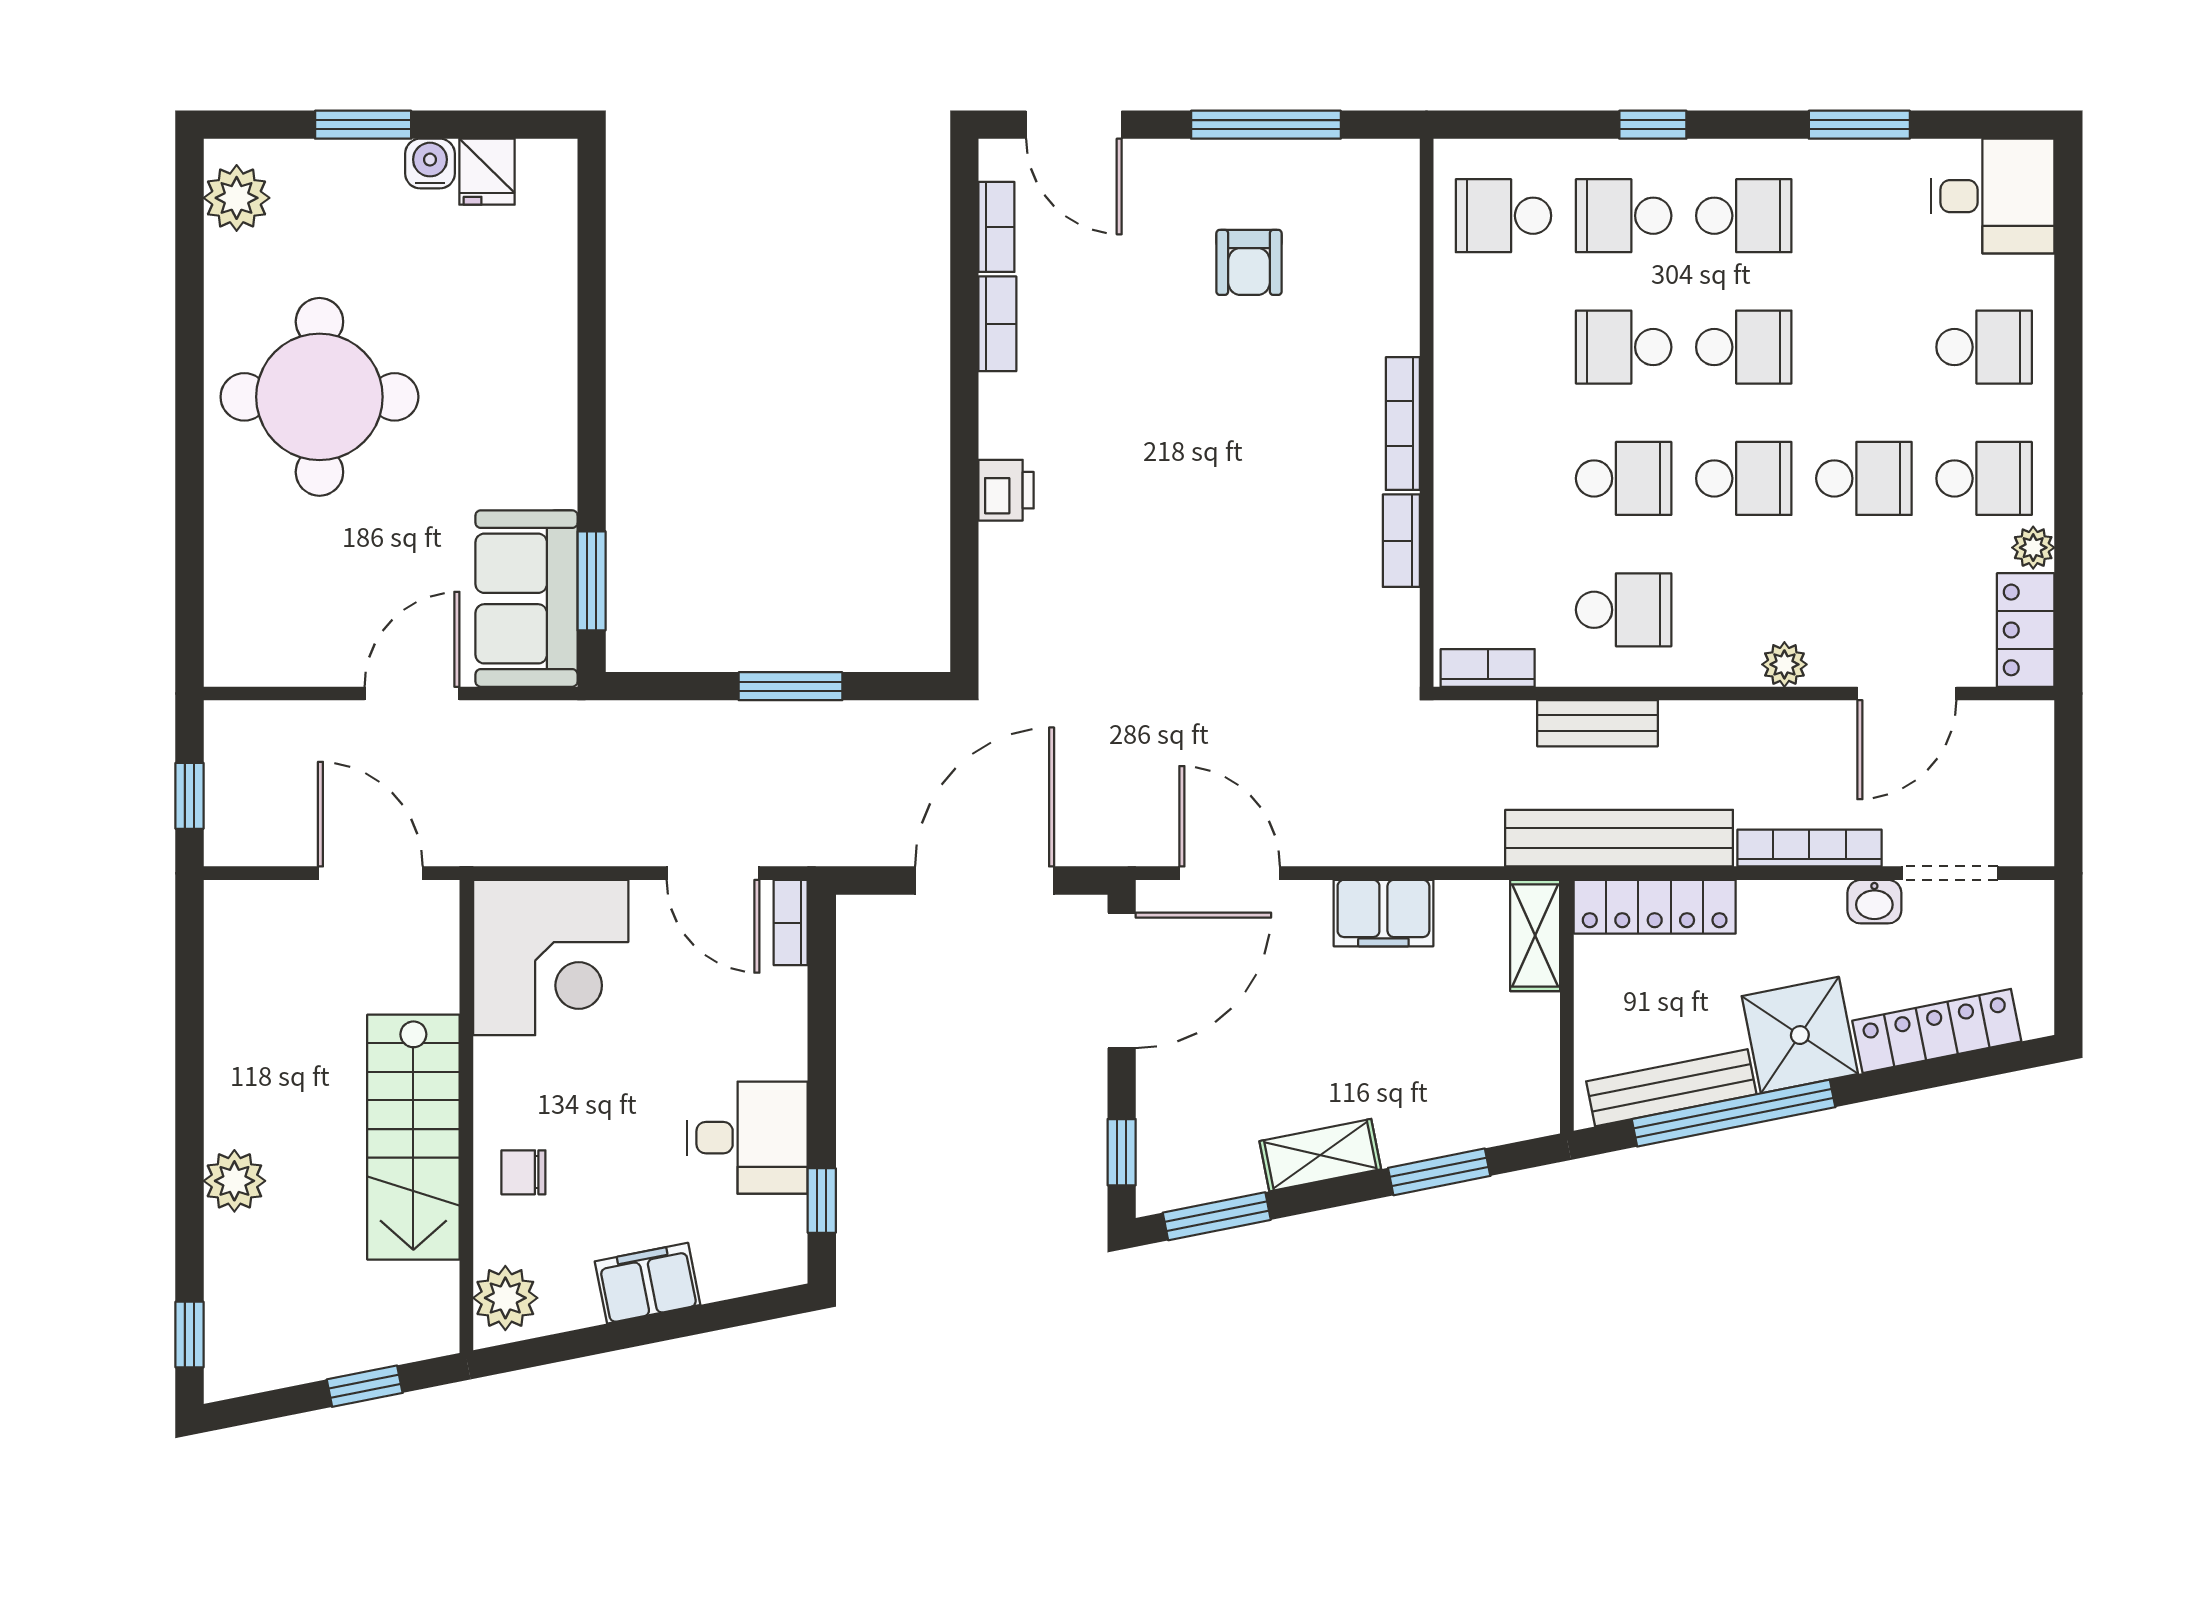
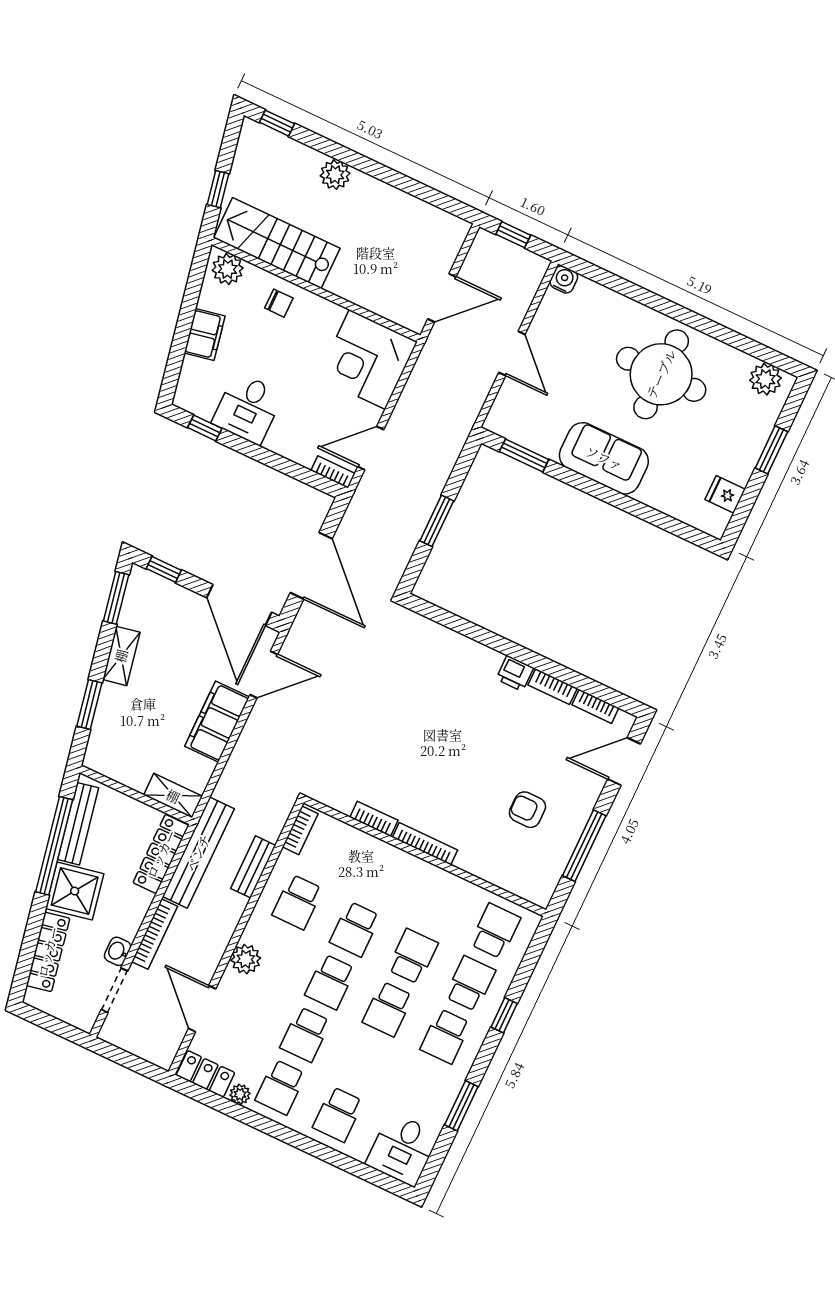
water cooler: (430, 164) -> (564, 279), moved, turned -90
printer: (1006, 490) -> (515, 673), moved
sofa: (526, 599) -> (604, 458), moved
plant: (1784, 664) -> (246, 959), width x1.38, depth x1.38
filing cabinet: (1383, 913) -> (217, 722), width x1.50, depth x1.17
stairs: (413, 1137) -> (277, 243), moved
chair: (523, 1172) -> (279, 303), turned 90

